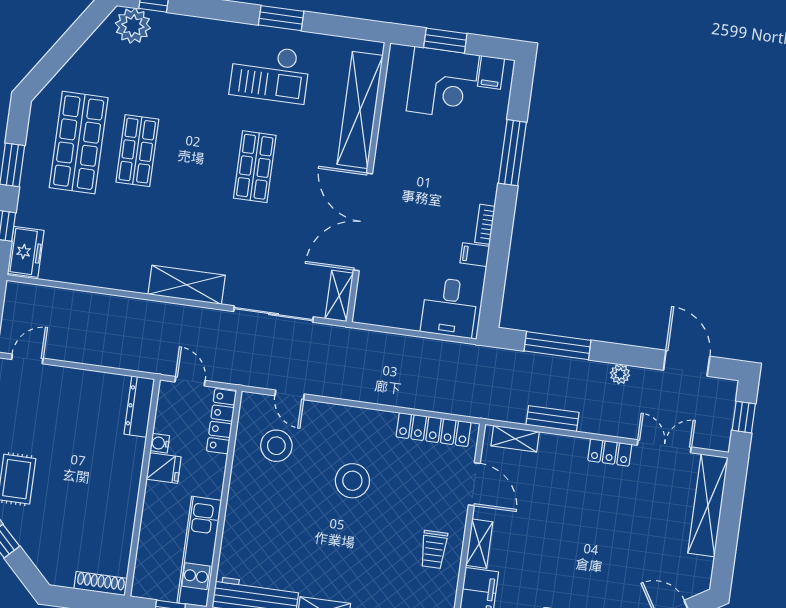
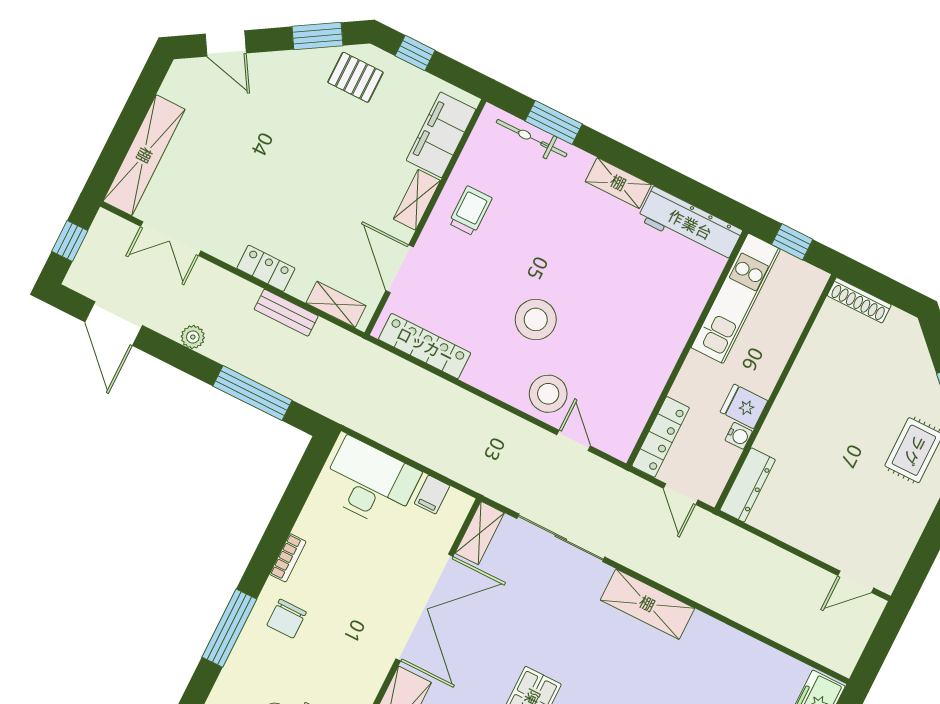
chair: (469, 176) -> (287, 619), added
filing cabinet: (475, 255) -> (432, 495), moved, turned 90
desk: (449, 308) -> (370, 483), width x1.37
stool: (276, 446) -> (548, 394), moved
locker: (610, 452) -> (266, 268), moved

